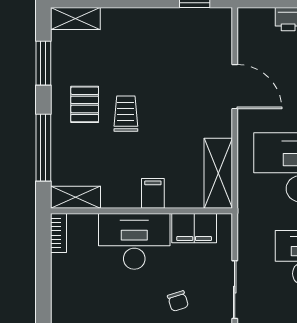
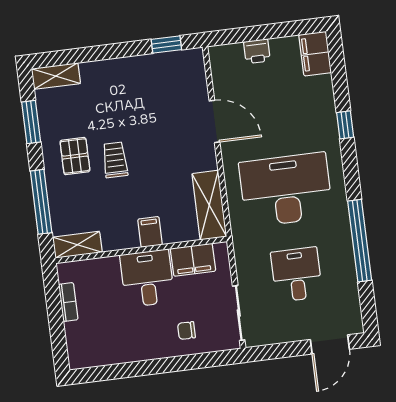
bookcase: (59, 233) -> (68, 302), moved
desk: (134, 241) -> (147, 278), width x0.73
chair: (178, 301) -> (186, 331), turned 108

